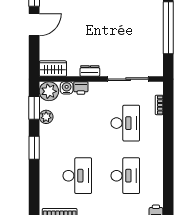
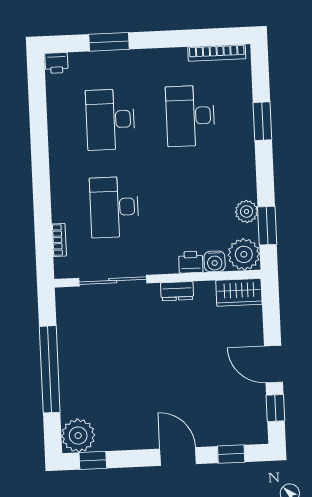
door: (34, 25) -> (273, 364), hinge flipped
window: (34, 148) -> (262, 121), moved

